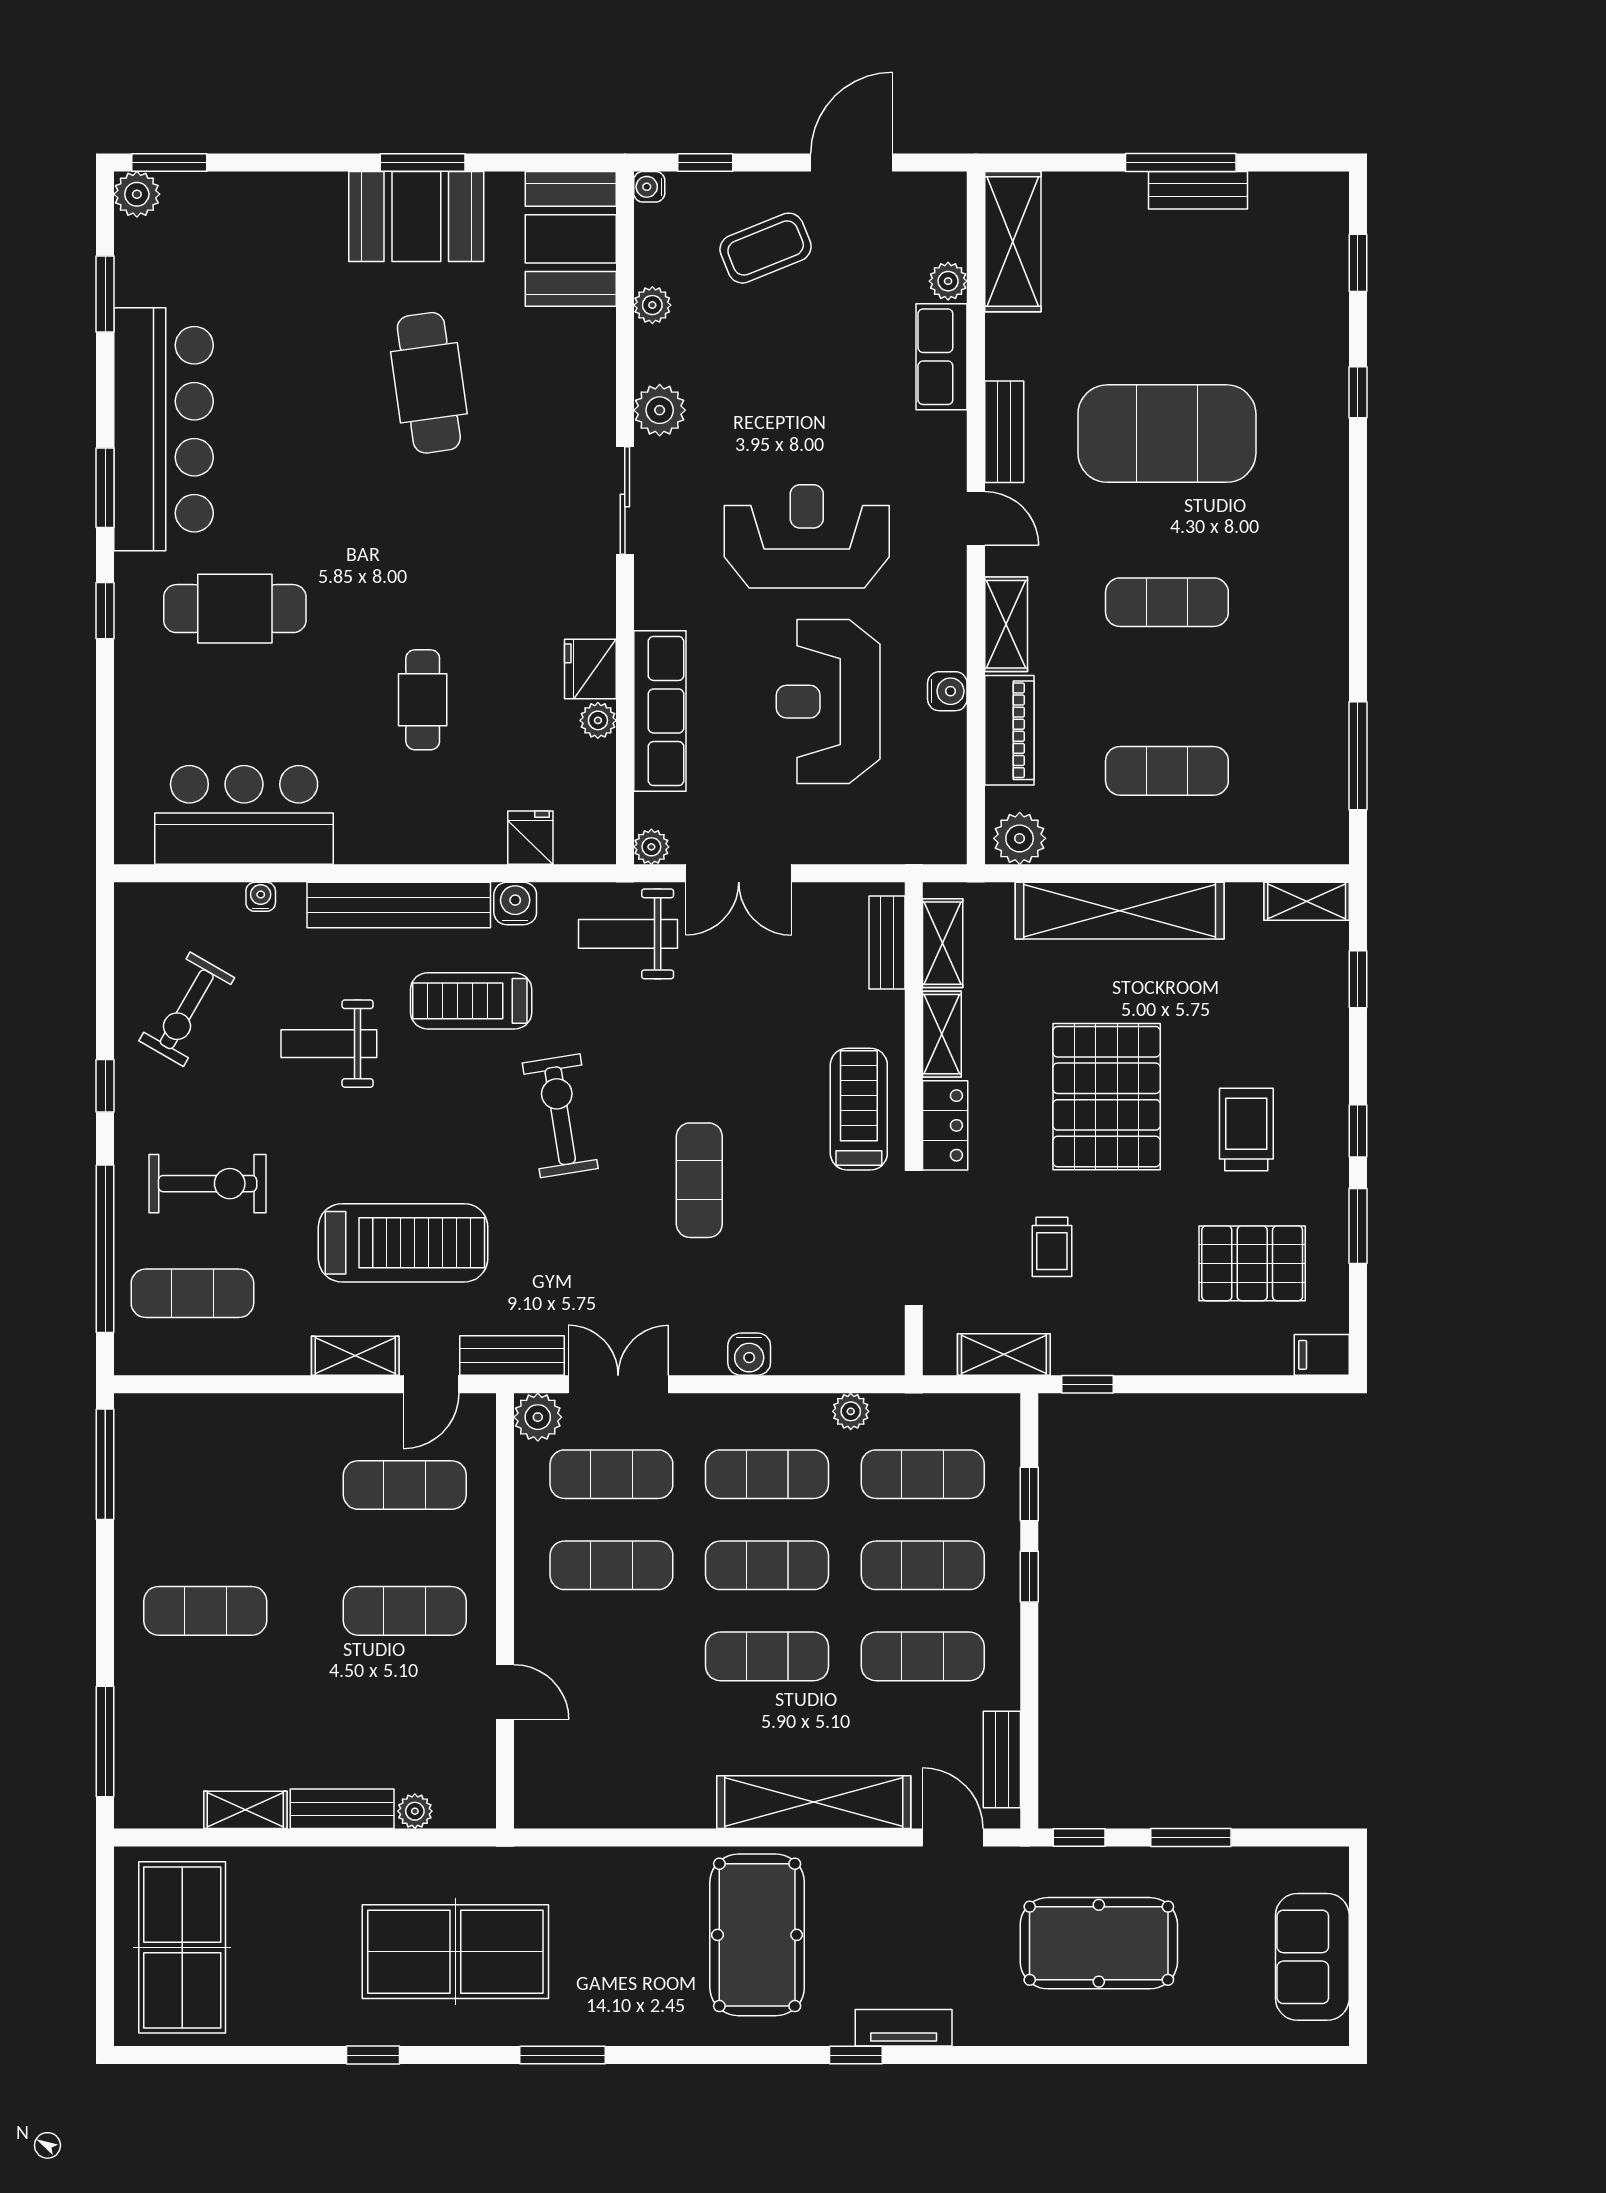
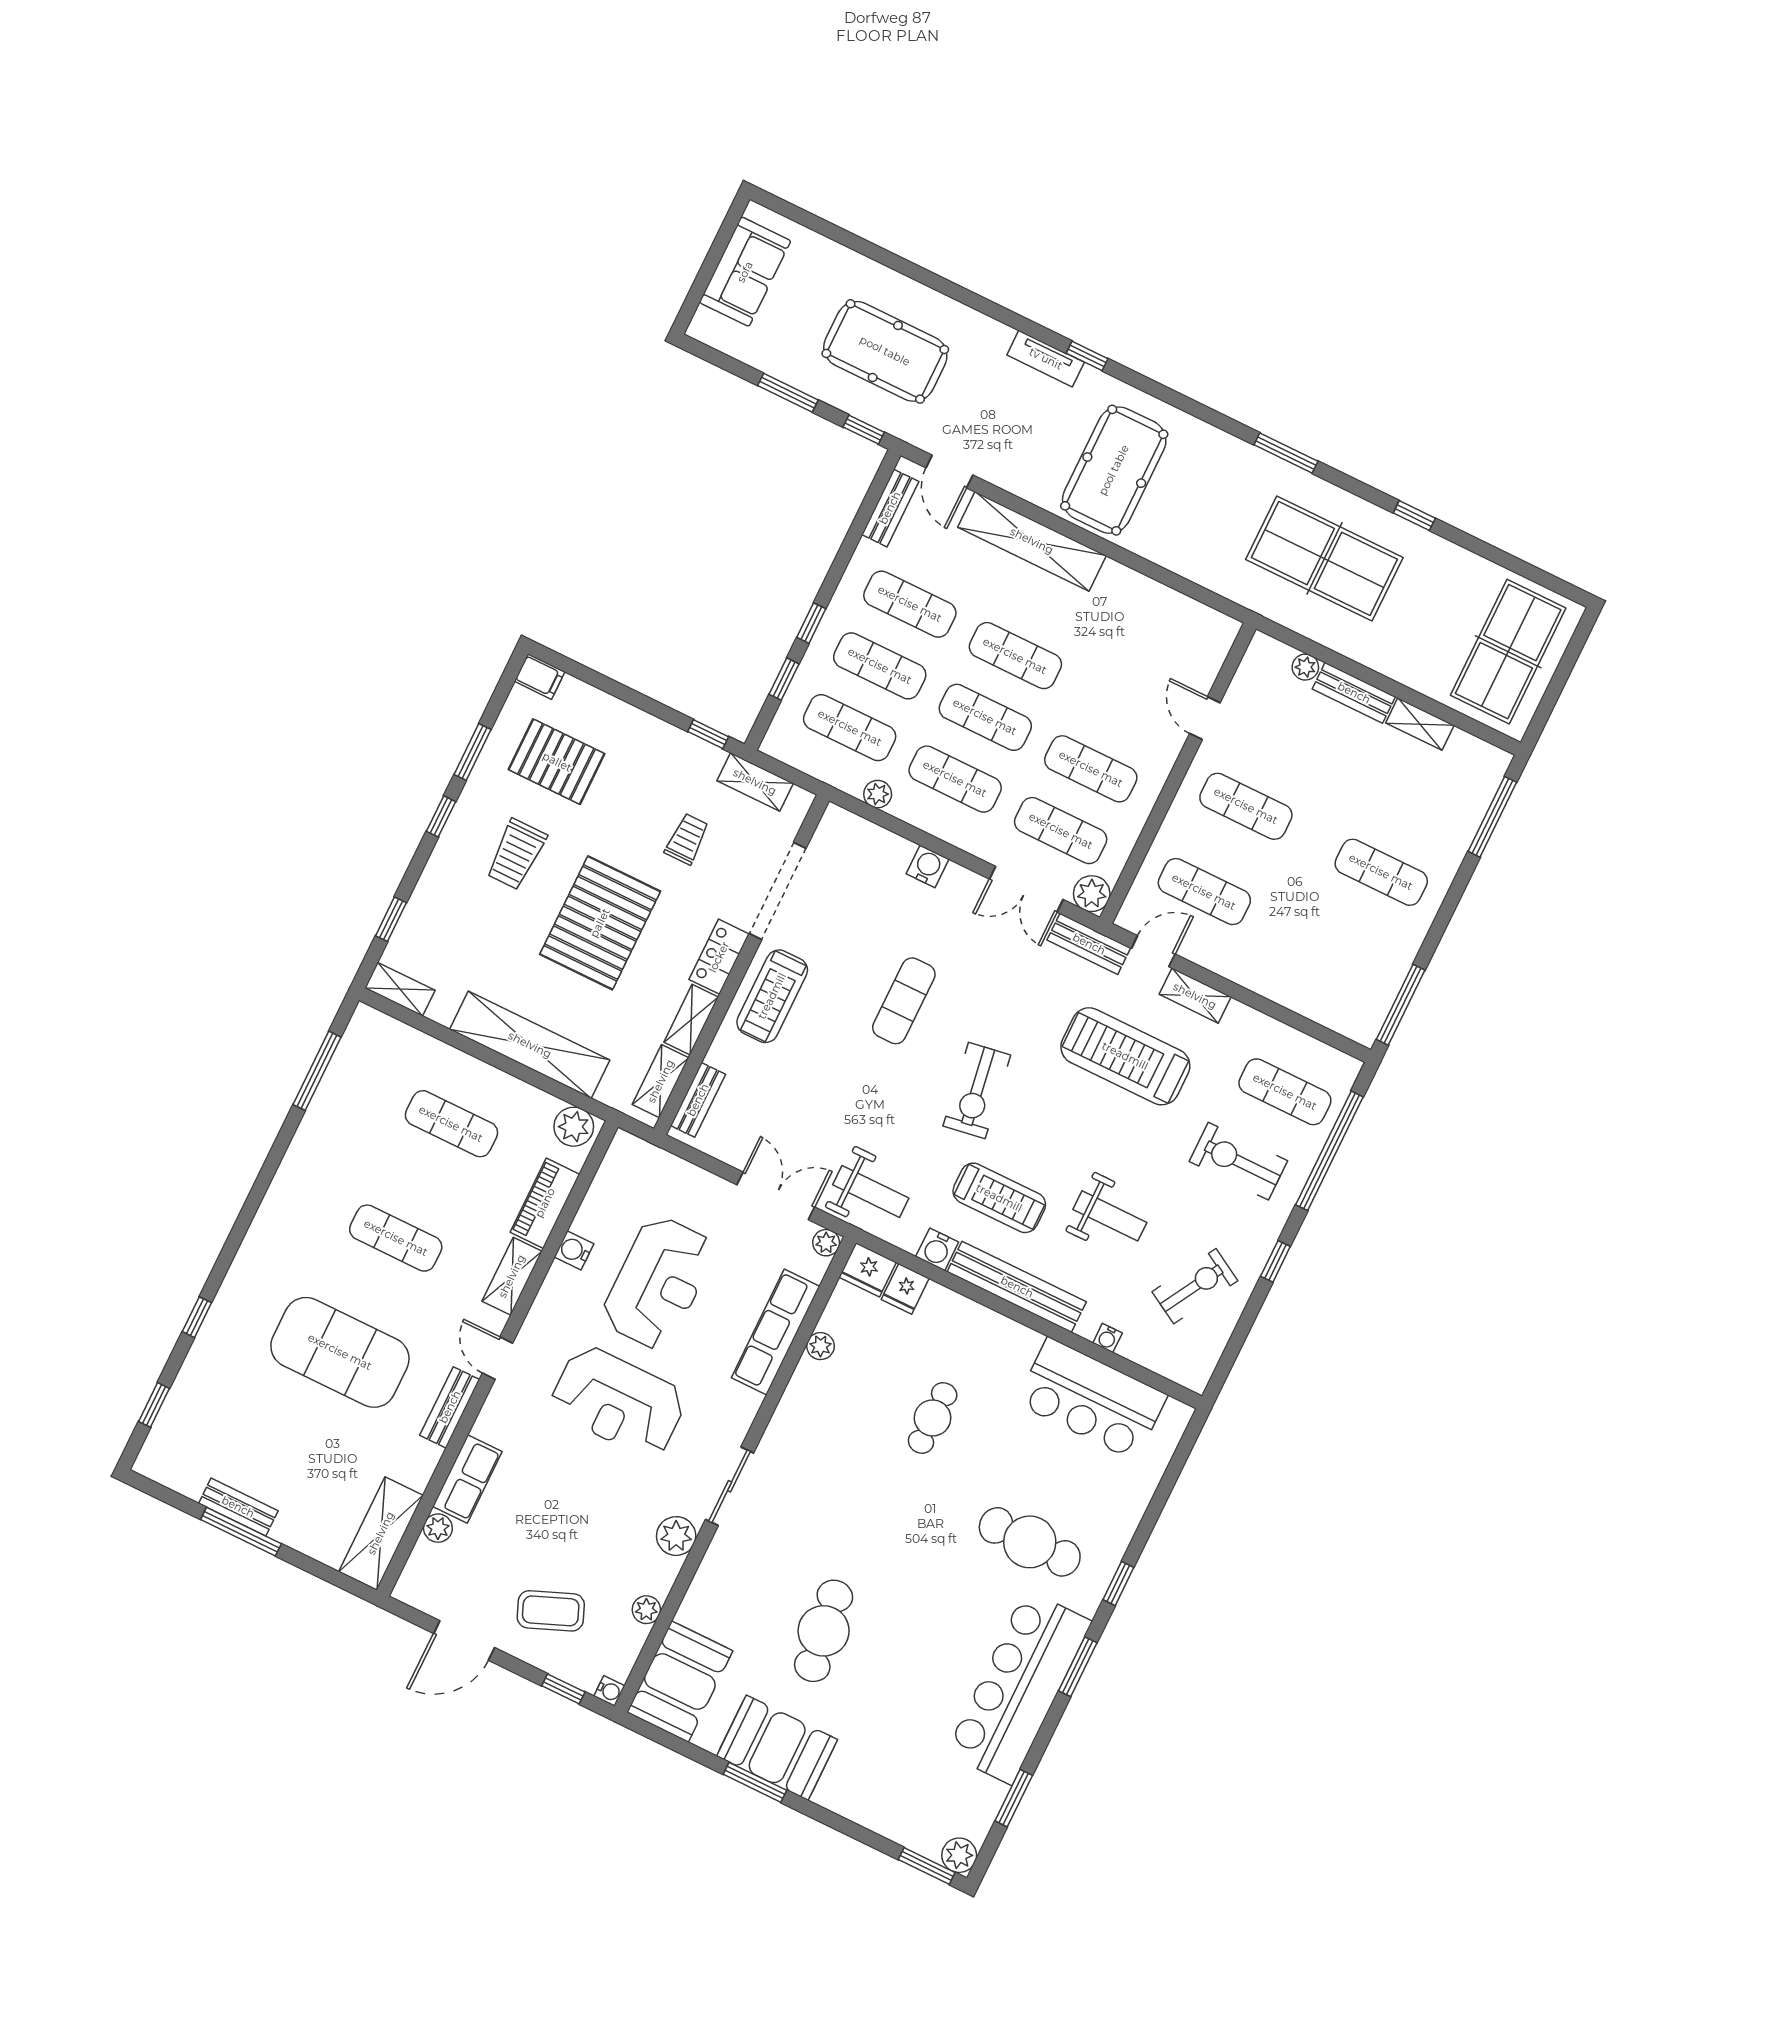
fridge: (590, 669) -> (868, 1270), moved, turned 90

